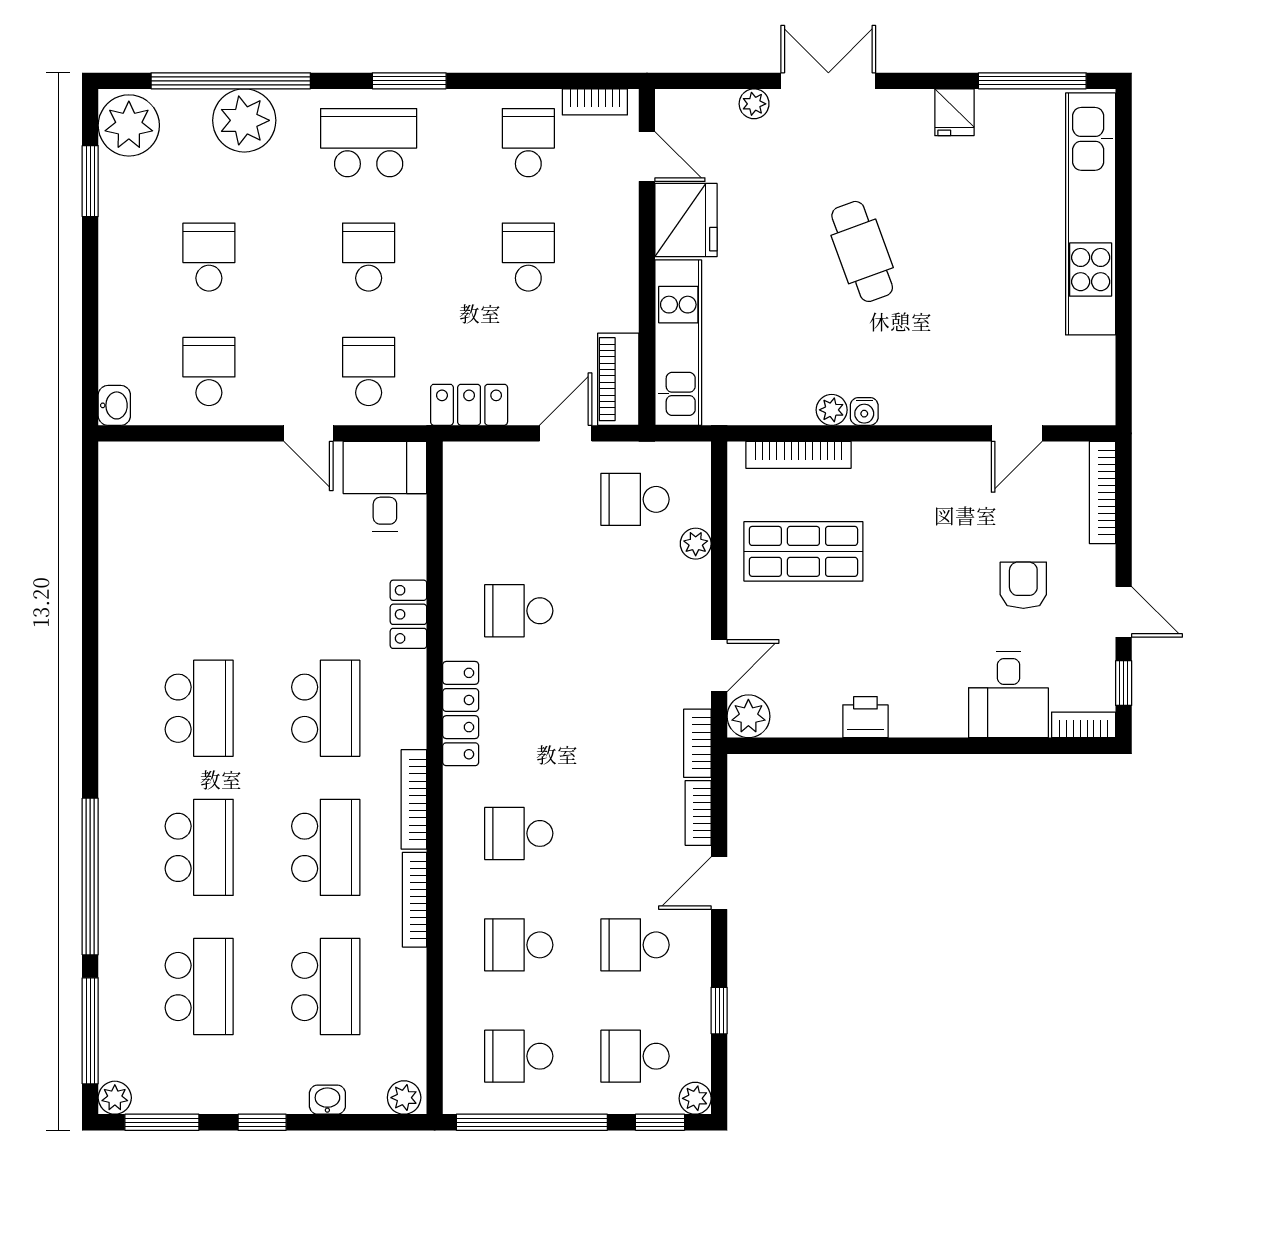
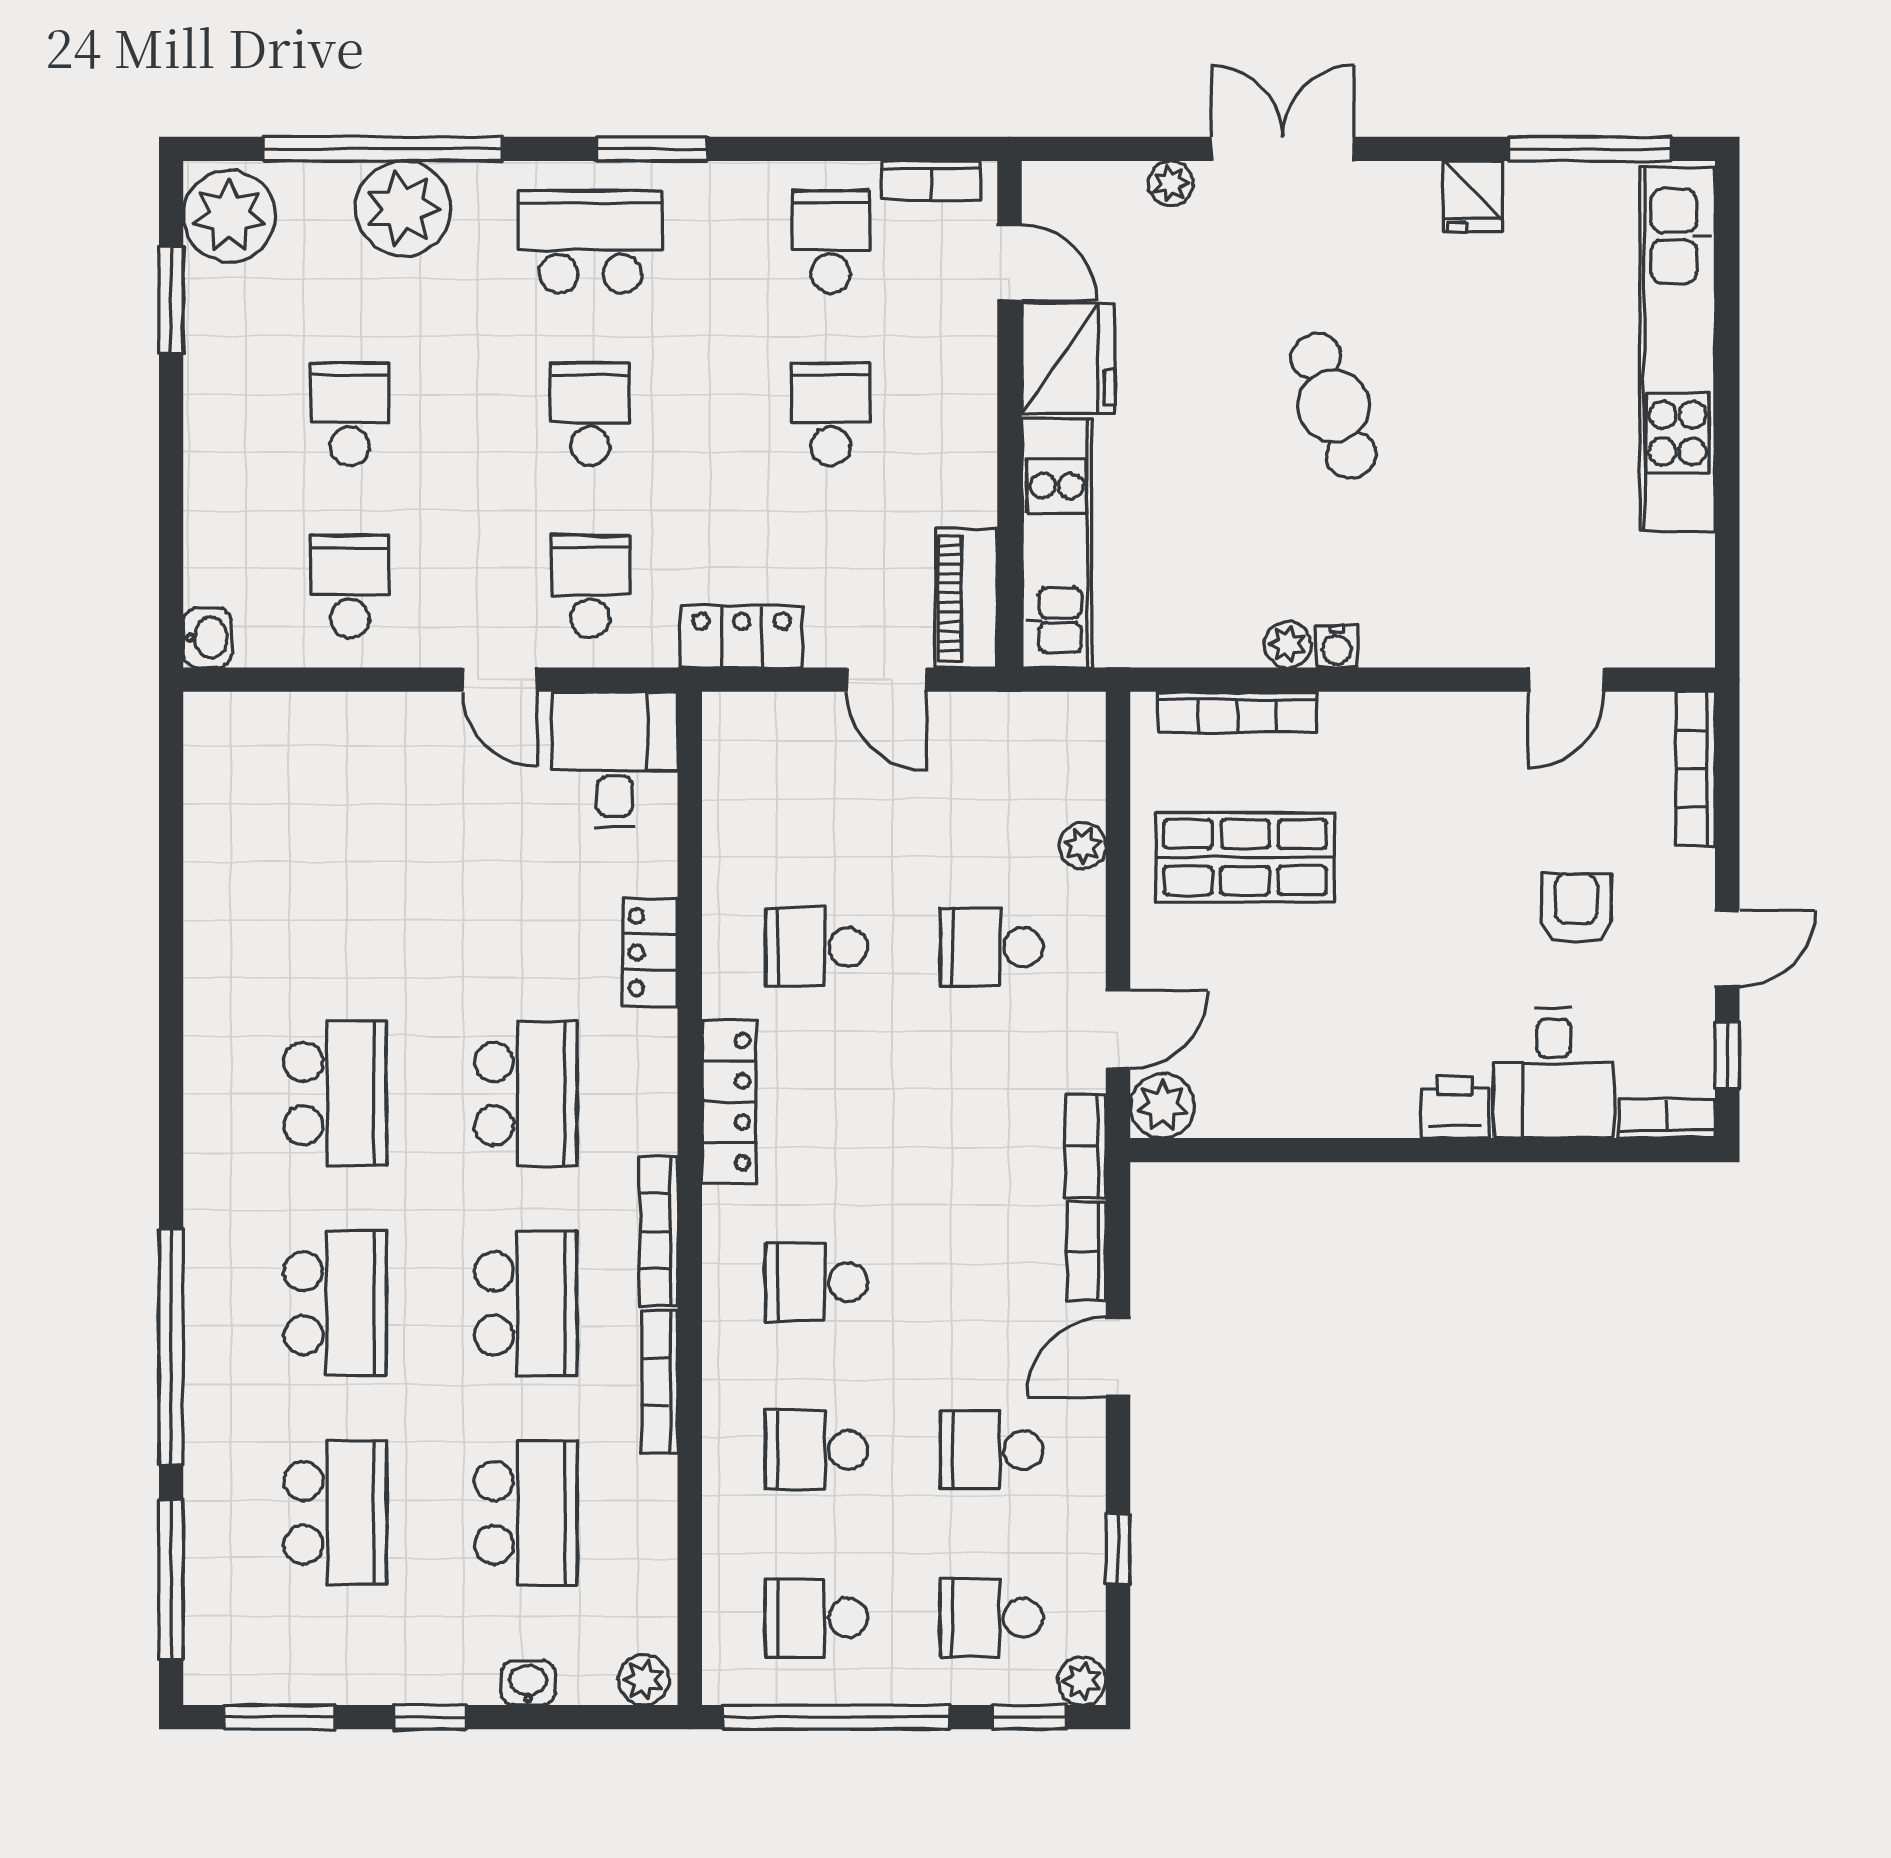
door: (566, 433) -> (887, 680), swing flipped
school desk: (635, 499) -> (991, 947), moved
door: (1124, 612) -> (1727, 949), hinge flipped
printer: (865, 717) -> (1455, 1107), moved
plant: (115, 1098) -> (208, 1680), removed

